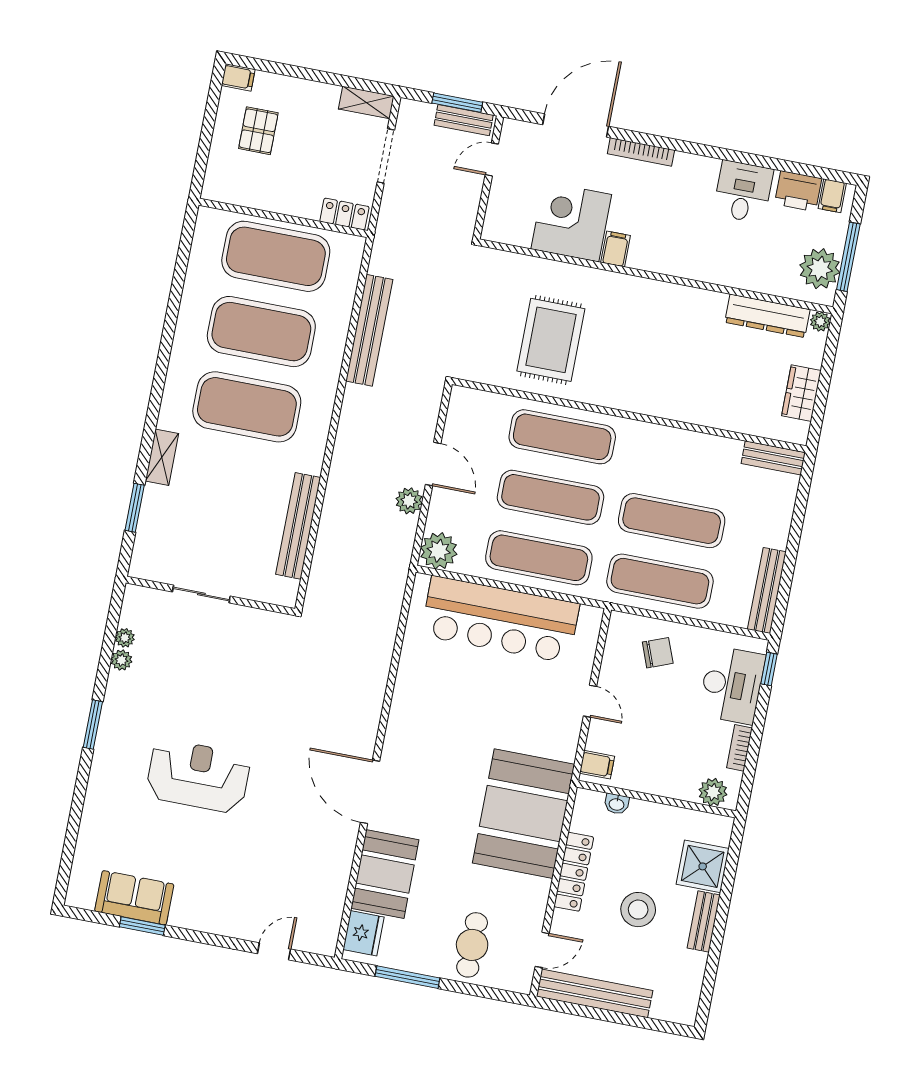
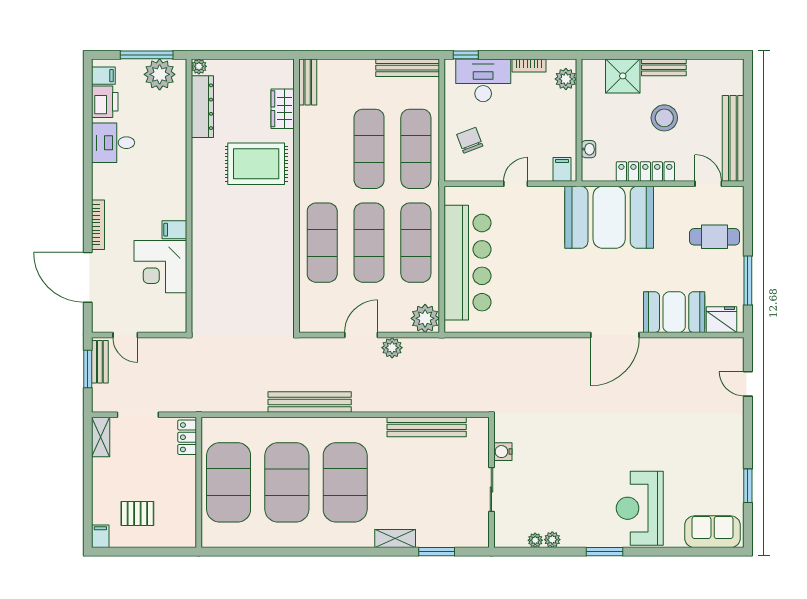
bench: (369, 330) -> (310, 402), moved
rug: (551, 340) -> (256, 164), moved
wardrobe: (801, 393) -> (283, 109), moved, turned 90
water cooler: (247, 618) -> (503, 452), added
reception desk: (198, 776) -> (640, 508), moved
sofa: (134, 898) -> (713, 532), moved, turned 90

